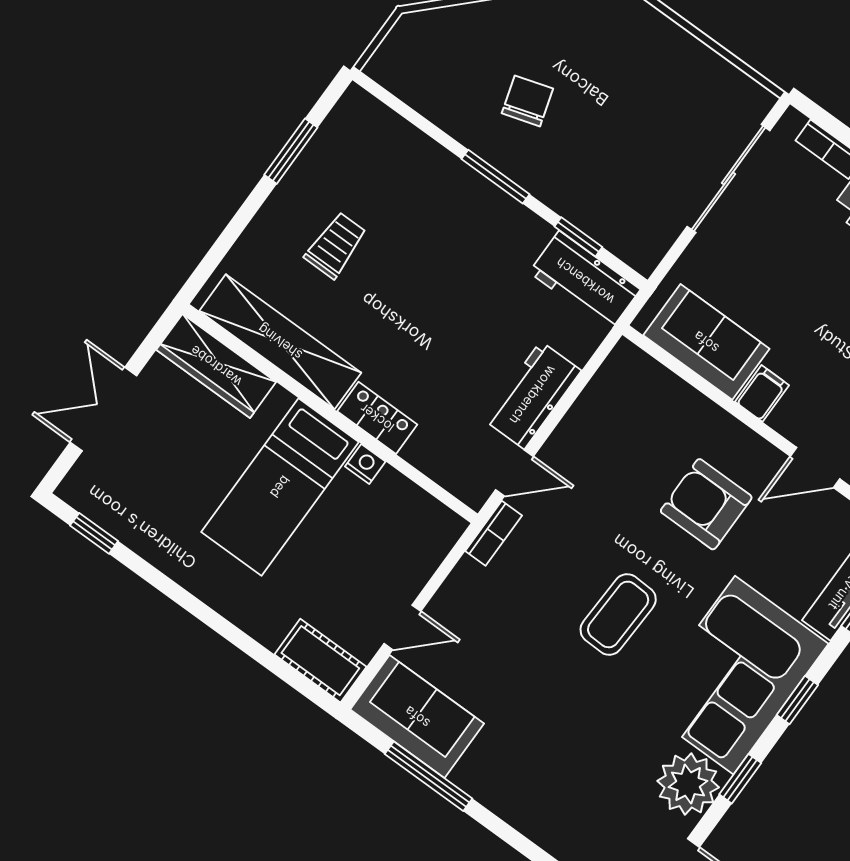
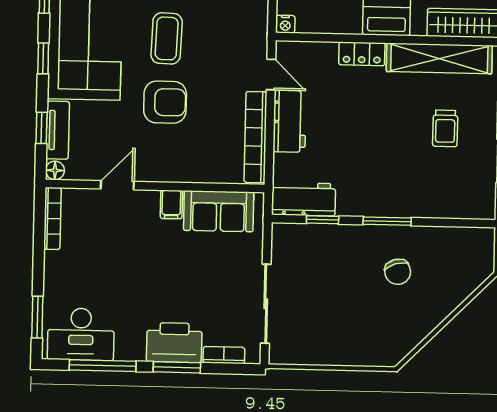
nightstand: (365, 464) -> (285, 24), moved
door: (515, 473) -> (271, 75), swing flipped
armchair: (706, 504) -> (165, 102), moved
bookcase: (494, 533) -> (255, 137), moved, width x2.31, depth x1.31

